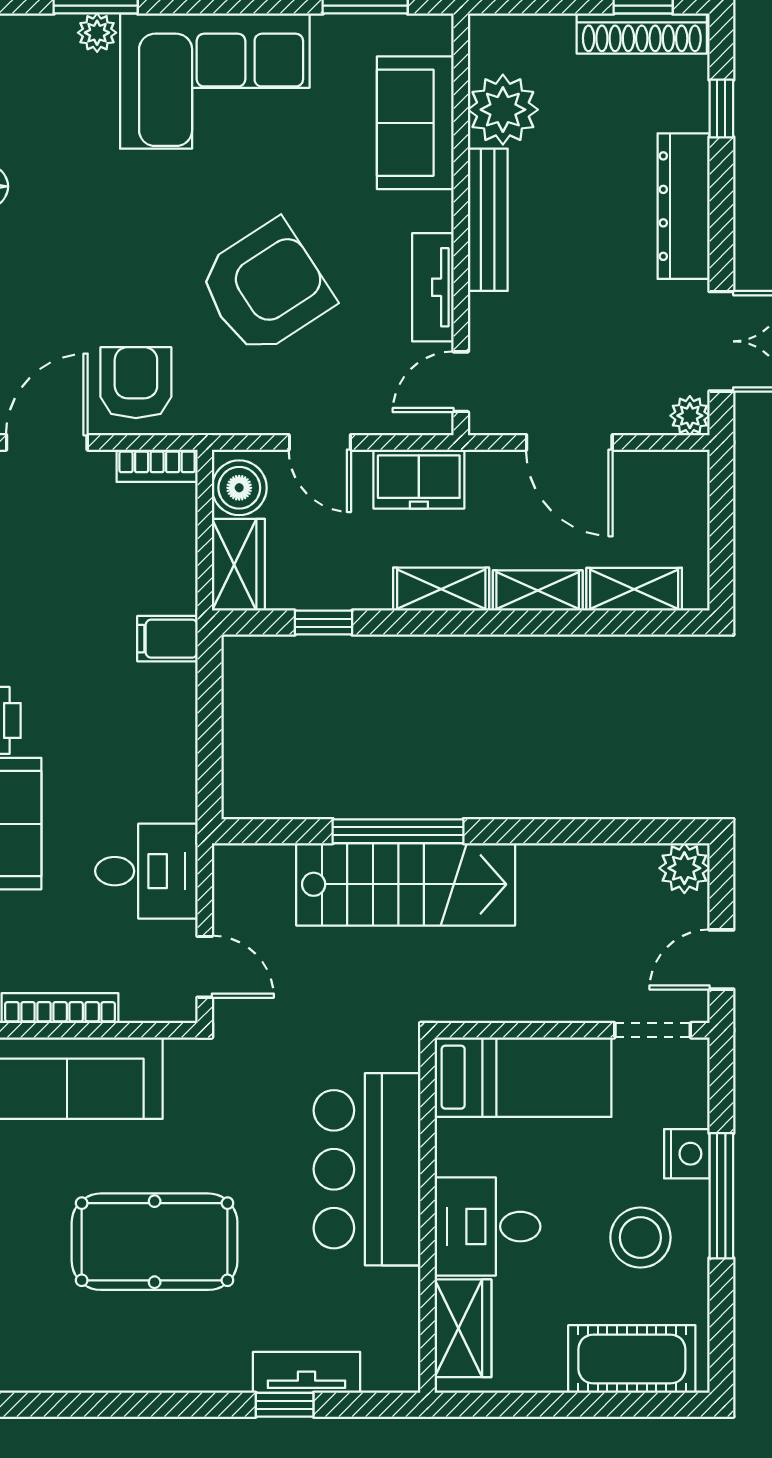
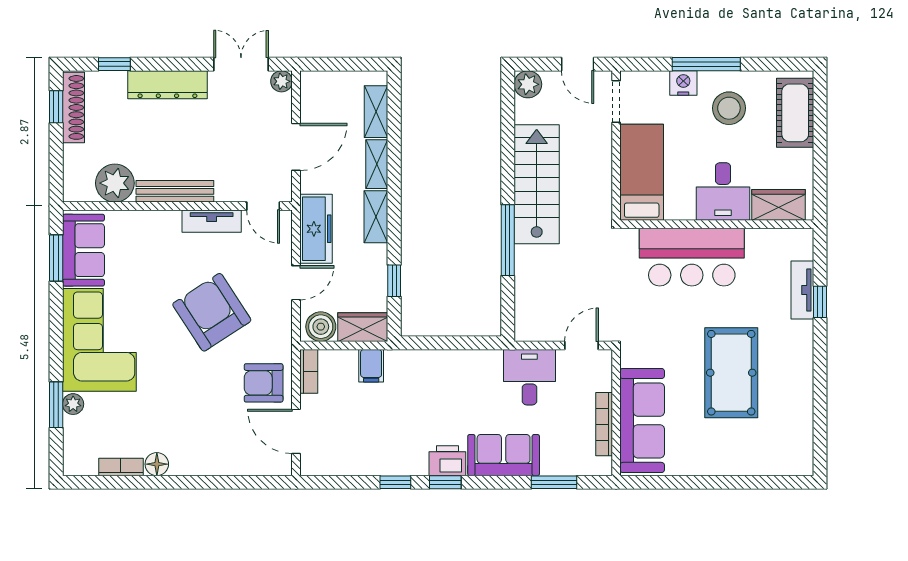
sofa: (415, 123) -> (83, 250), moved, turned -90
freezer: (419, 479) -> (316, 229), width x1.40
filing cabinet: (167, 639) -> (371, 366), moved
stairs: (406, 884) -> (537, 184), moved

